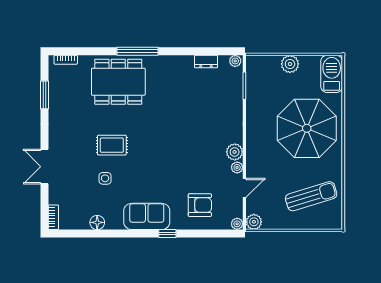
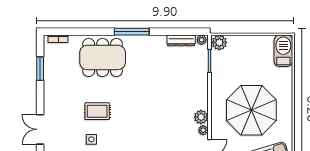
window: (138, 51) -> (132, 32), moved
dresser: (206, 61) -> (181, 40), width x1.44
plant: (290, 64) -> (219, 42), moved
parasol: (307, 128) -> (251, 110), moved

